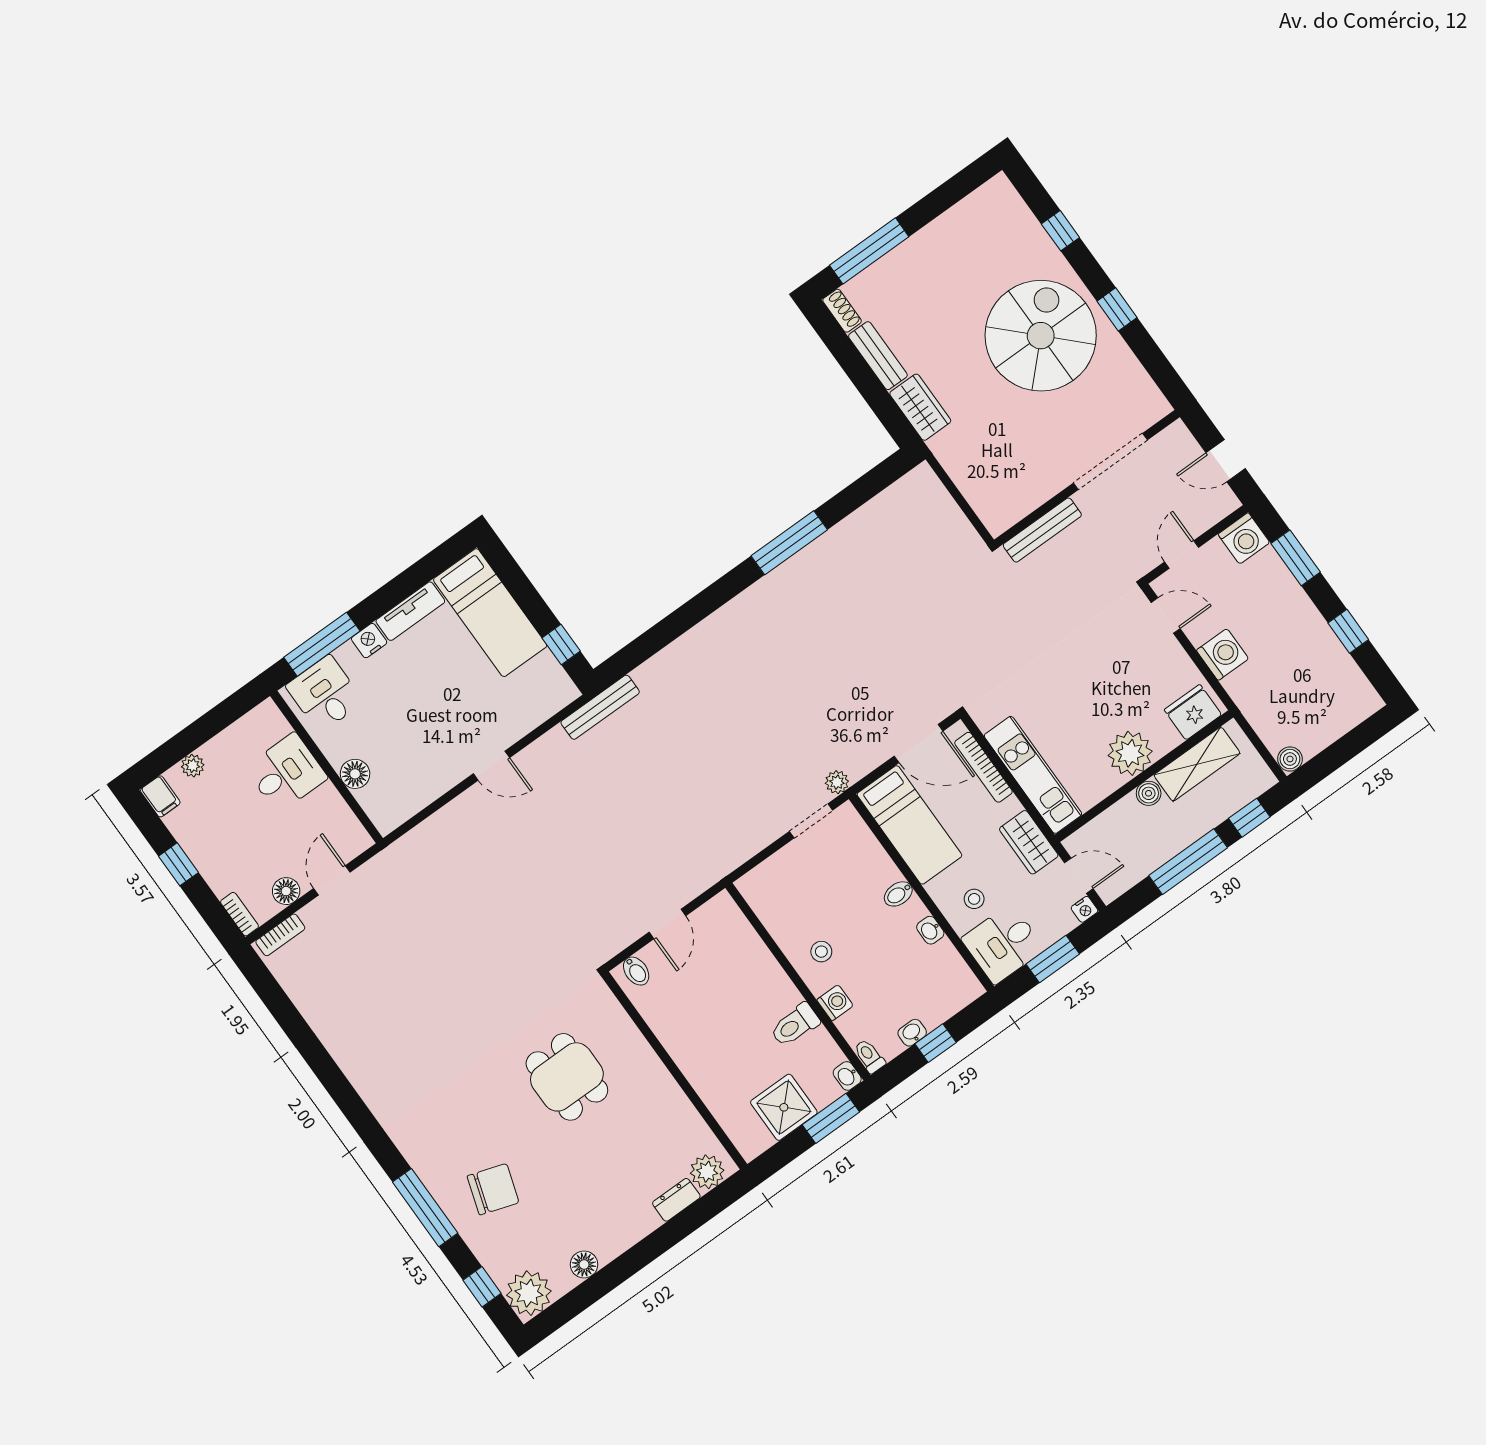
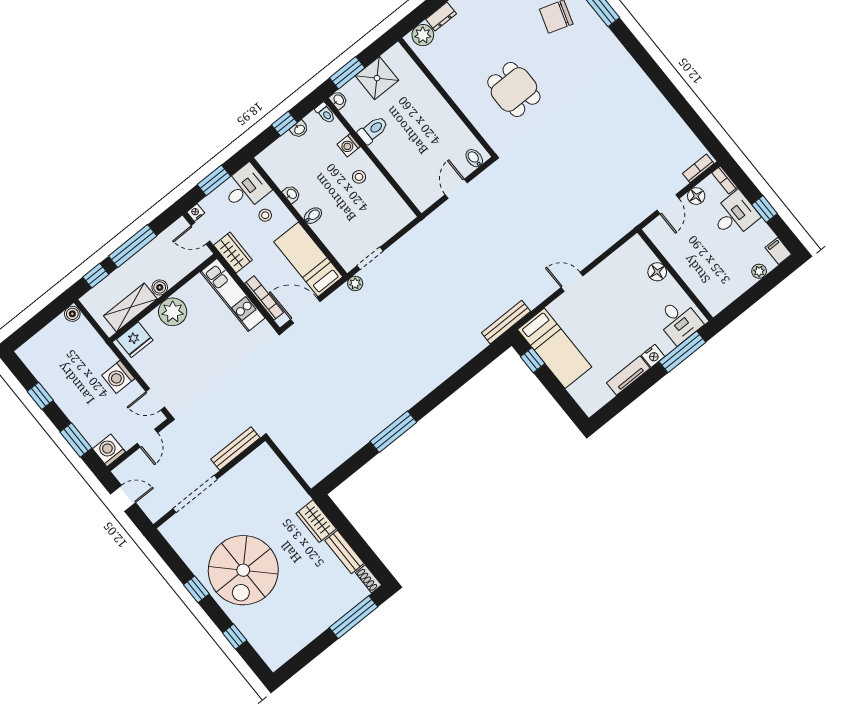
bed: (490, 613) -> (555, 348), moved, turned 180
desk: (286, 773) -> (735, 215), moved, turned 180

